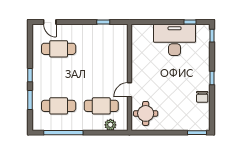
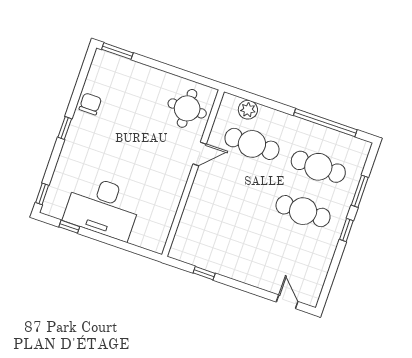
cafe table: (59, 49) -> (303, 211), moved

